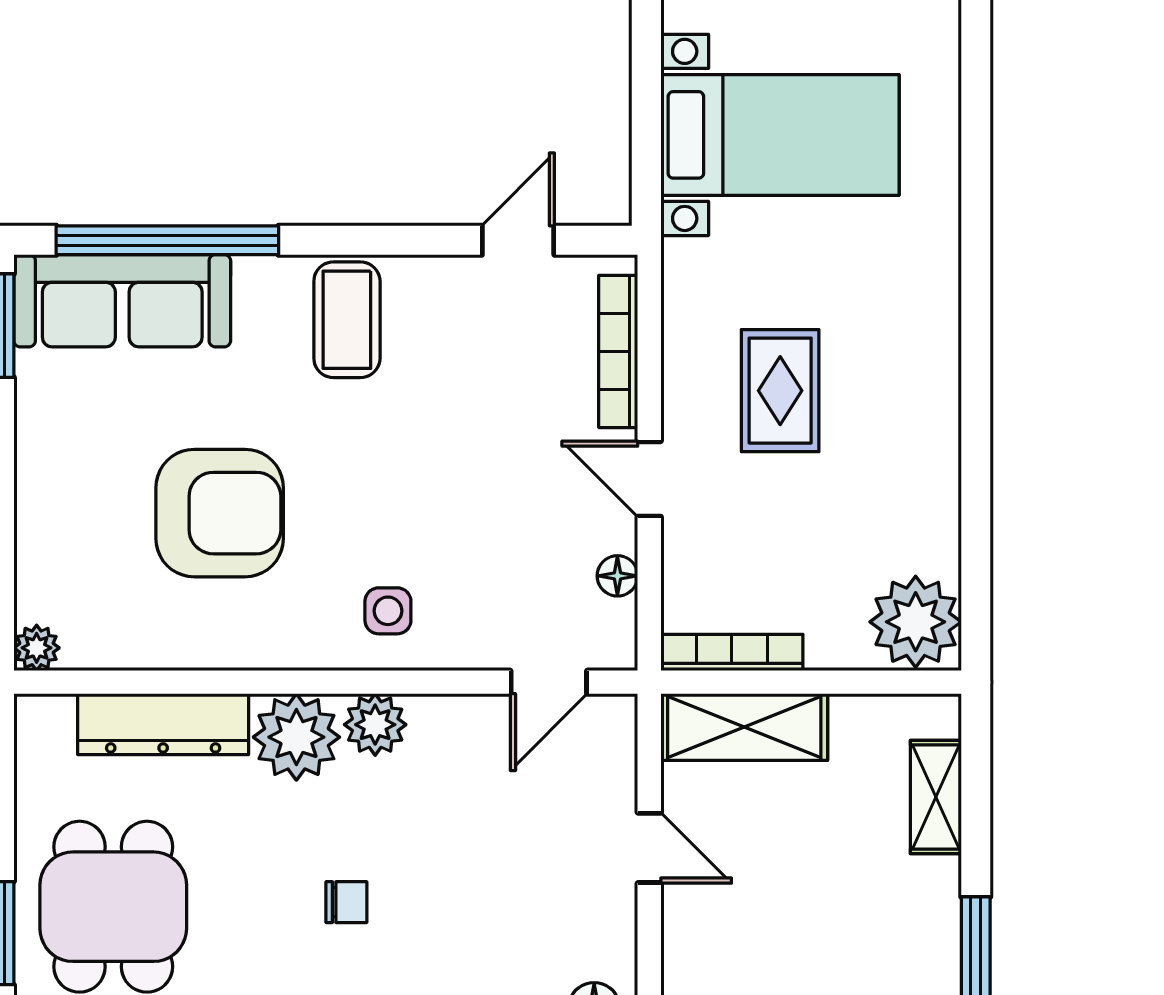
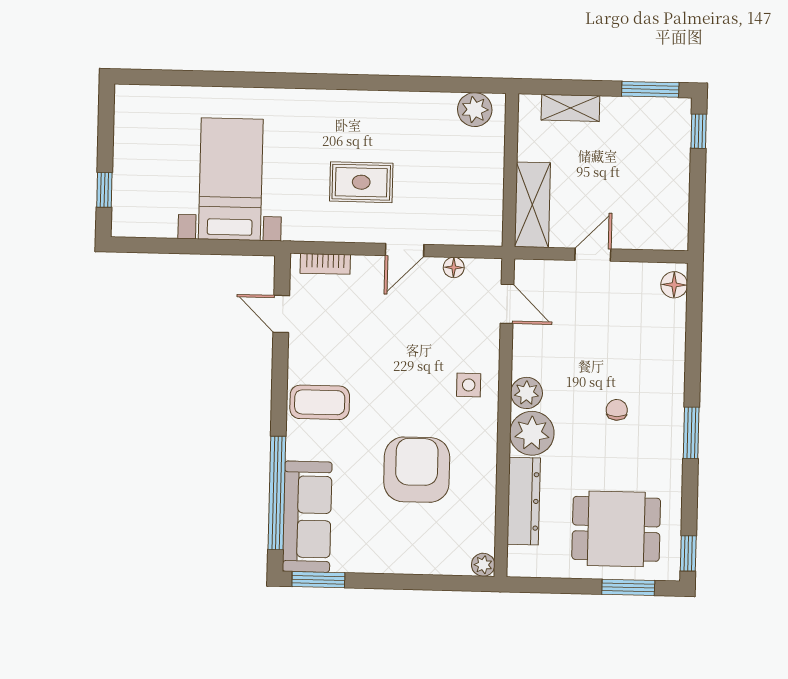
bookcase: (618, 351) -> (325, 264), width x0.64
plant: (916, 622) -> (475, 110), width x0.73, depth x0.73
bookcase: (732, 652) -> (494, 210), removed

